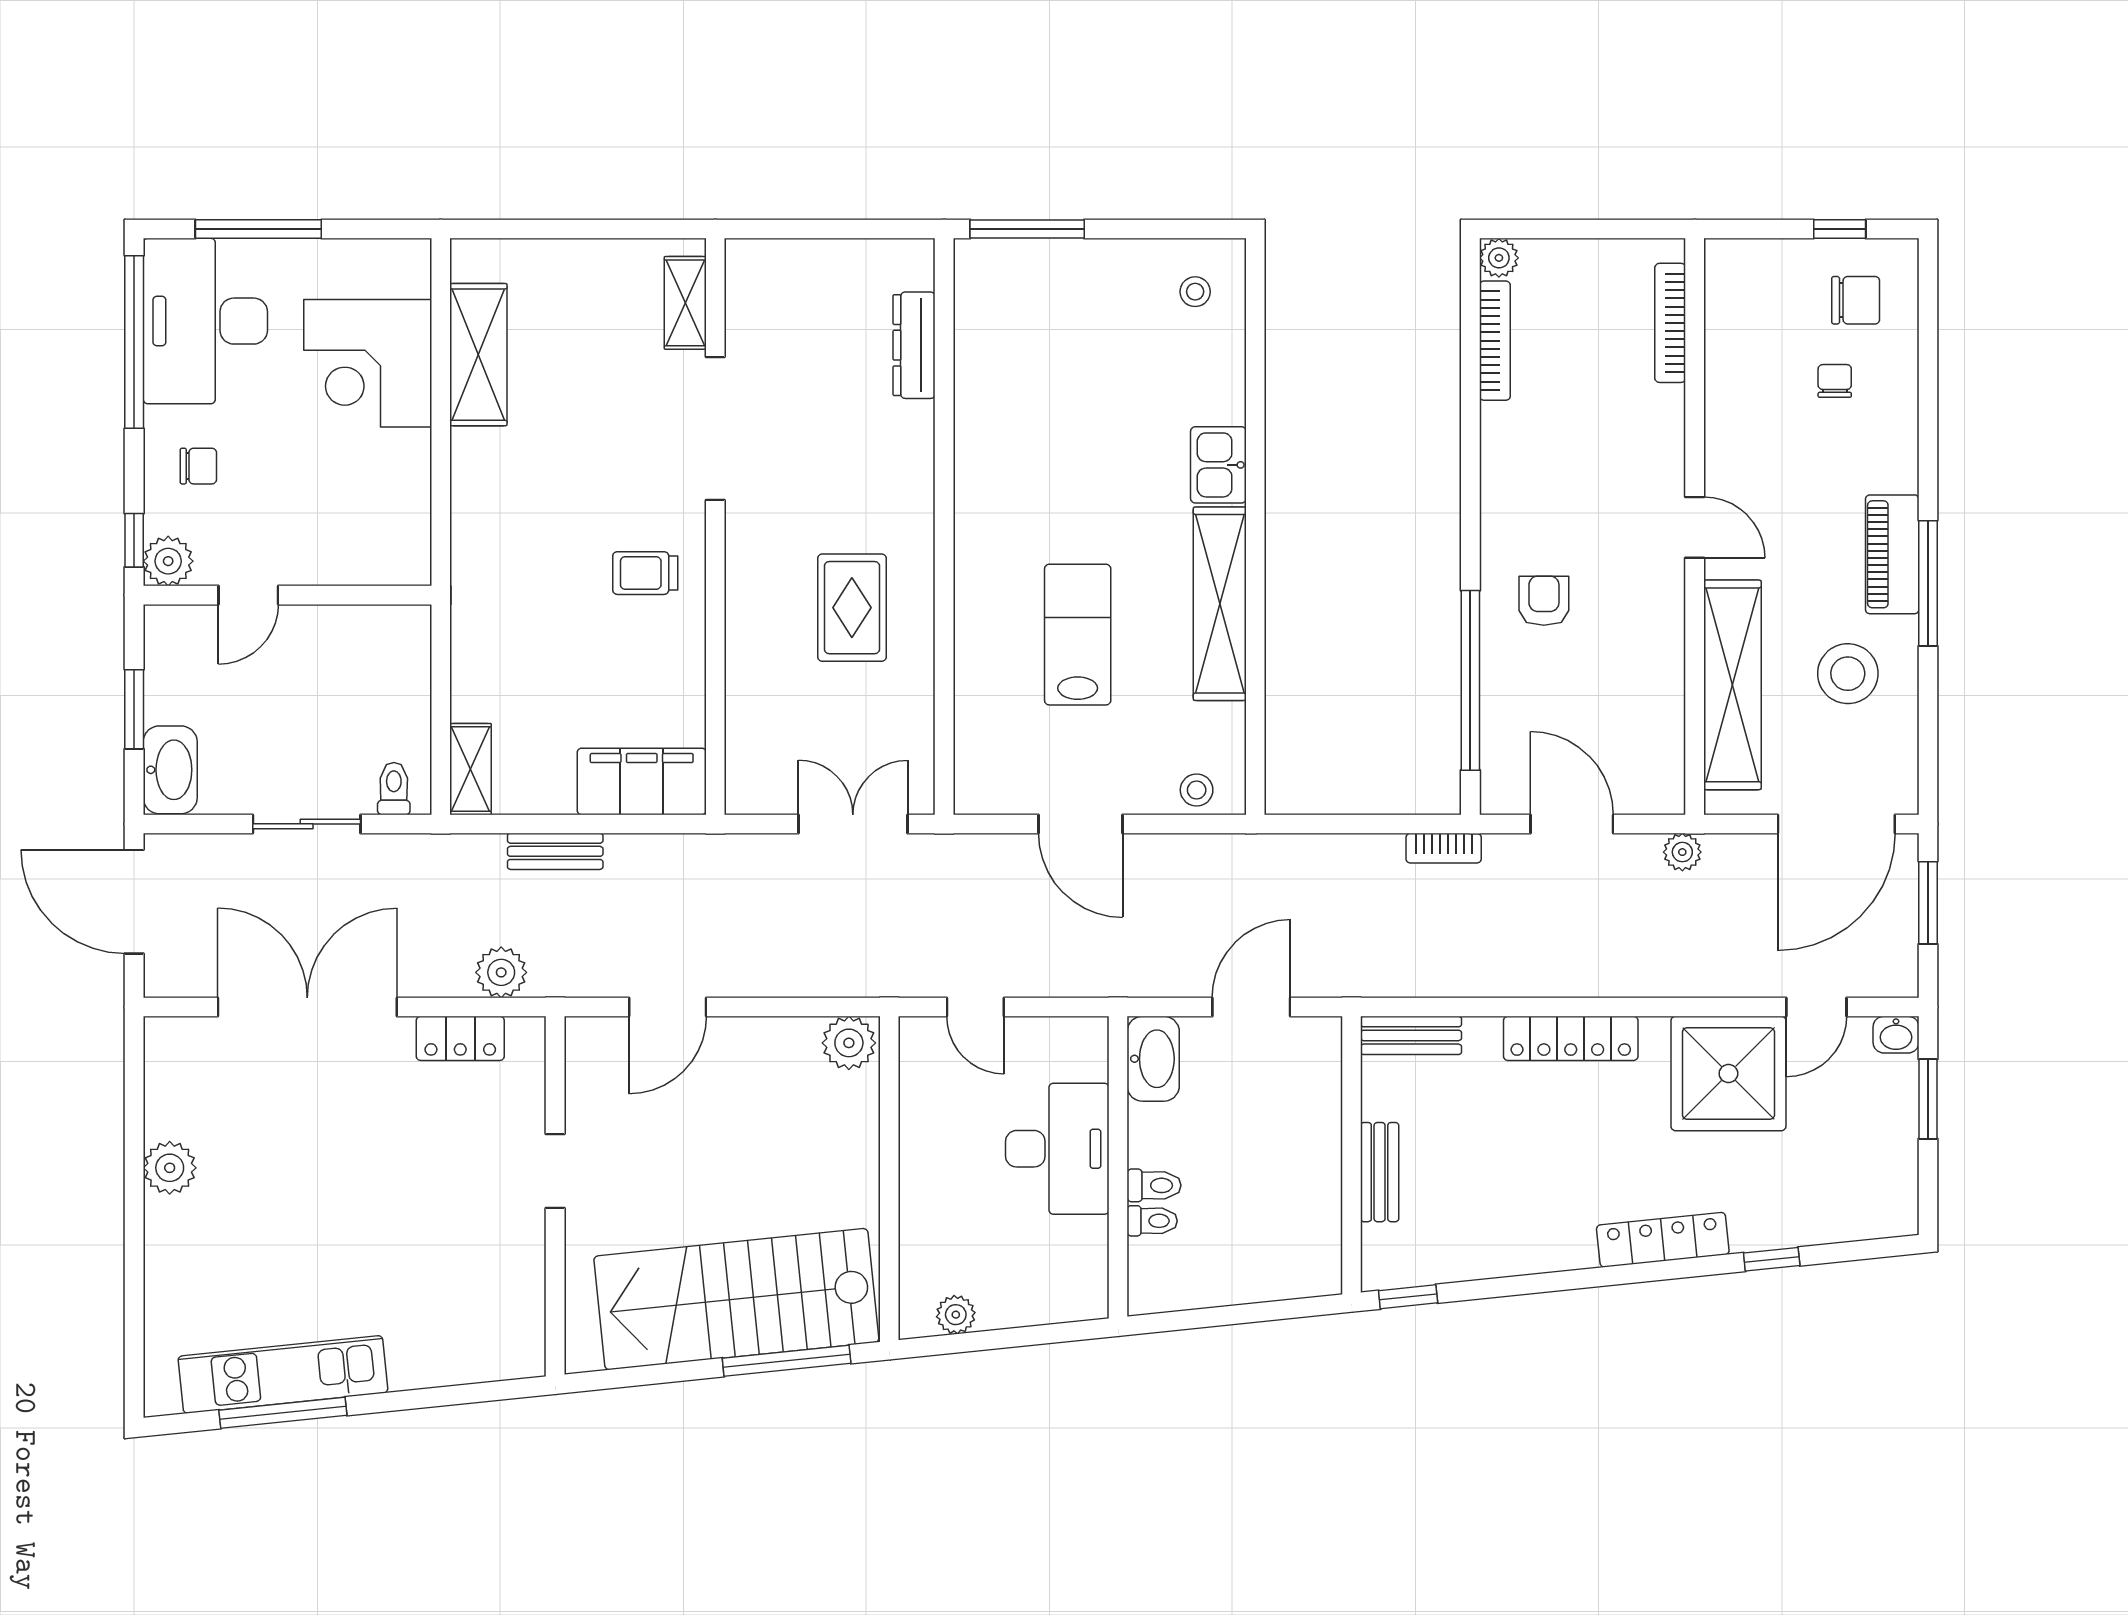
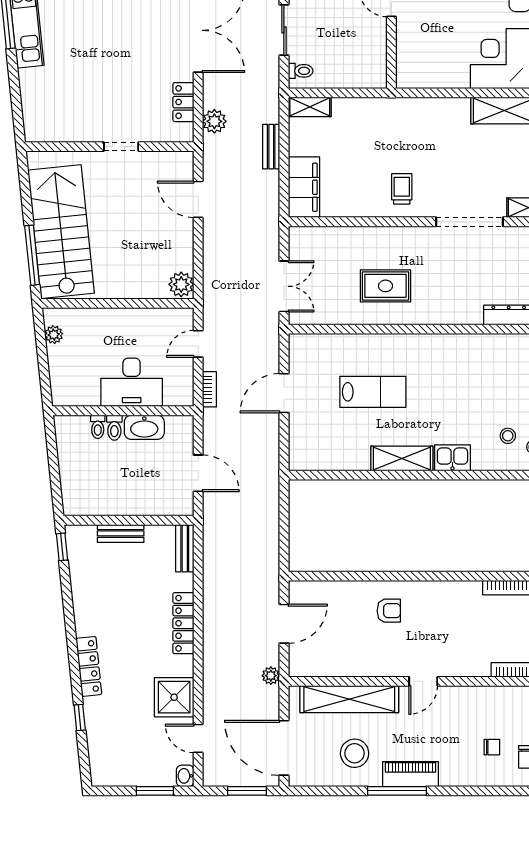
shelving: (1220, 604) -> (402, 458), width x0.68
window: (1470, 680) -> (351, 576), removed
stool: (1197, 790) -> (508, 436), moved
bookcase: (1444, 848) -> (209, 389), moved, turned 180
washbasin: (1153, 1059) -> (144, 427), moved
shower: (1728, 1074) -> (174, 697), width x0.73, depth x0.73

